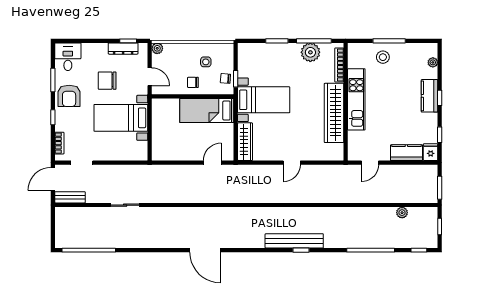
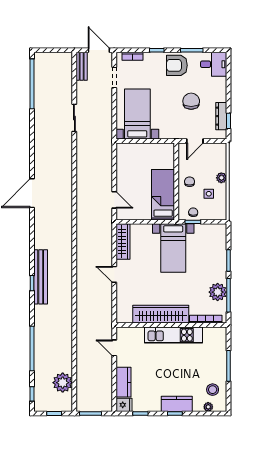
plant: (157, 48) -> (221, 178), moved
stool: (383, 57) -> (213, 390), moved
bed with nightstands: (121, 118) -> (137, 114), moved
wardrobe: (245, 142) -> (123, 242), moved, turned -90
plant: (402, 213) -> (63, 383), width x1.88, depth x1.88

